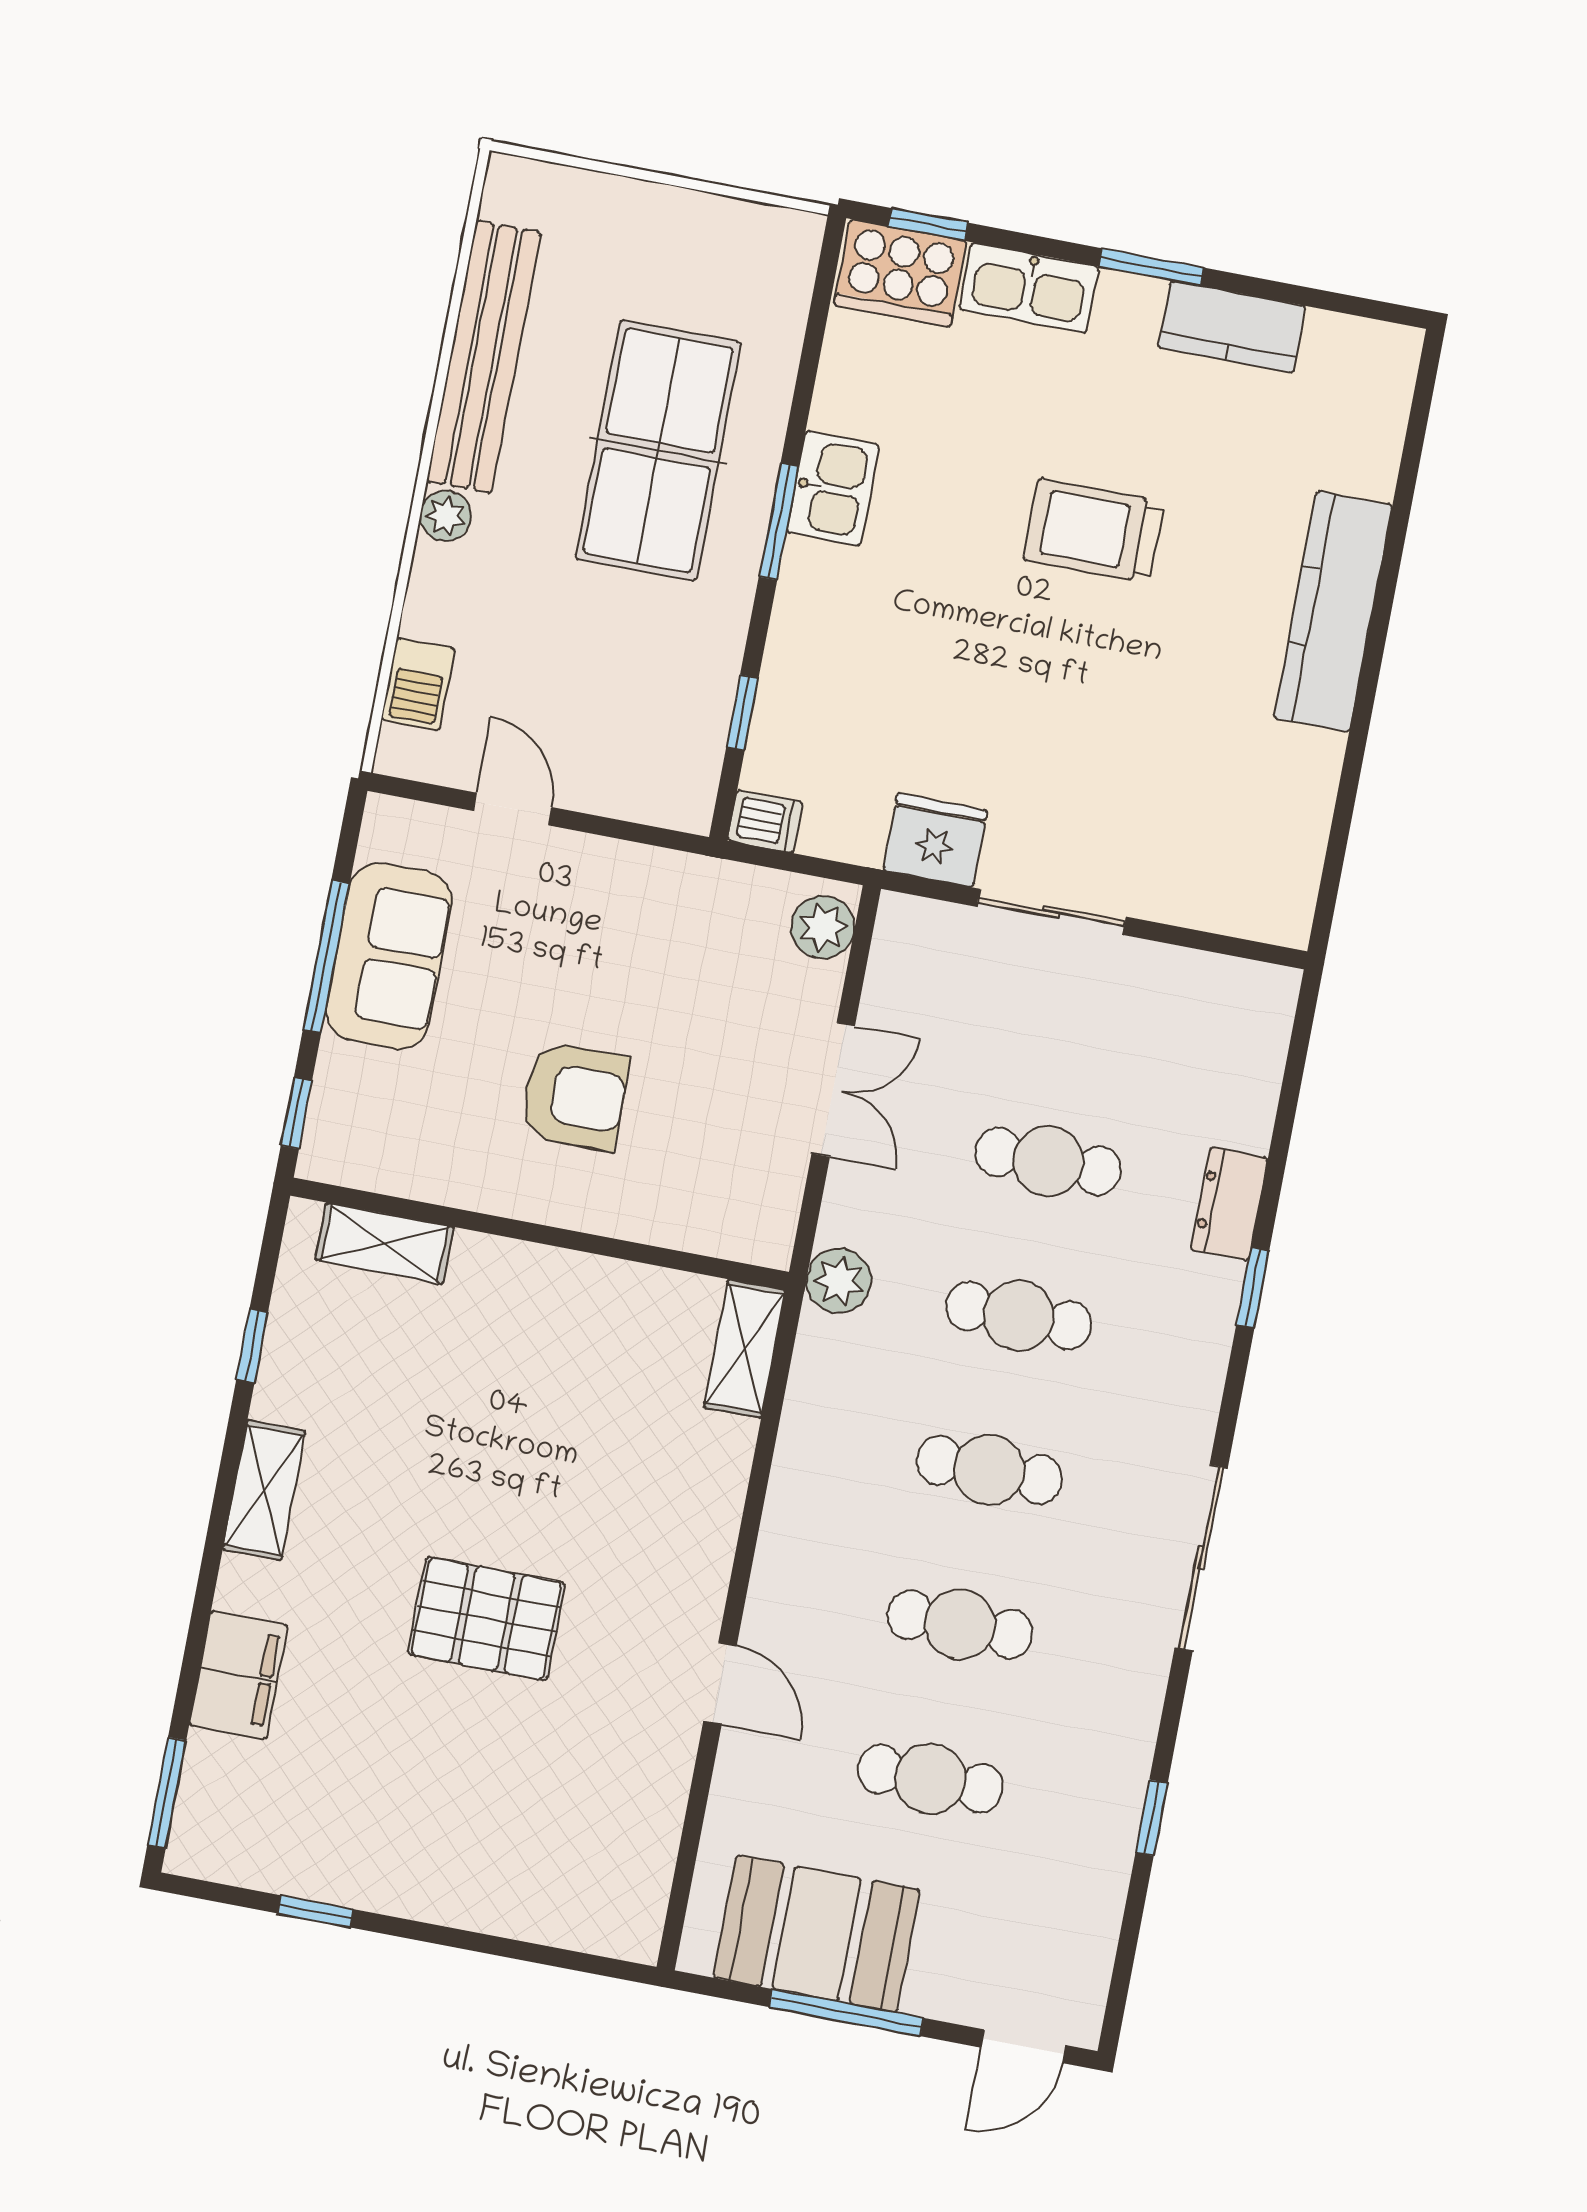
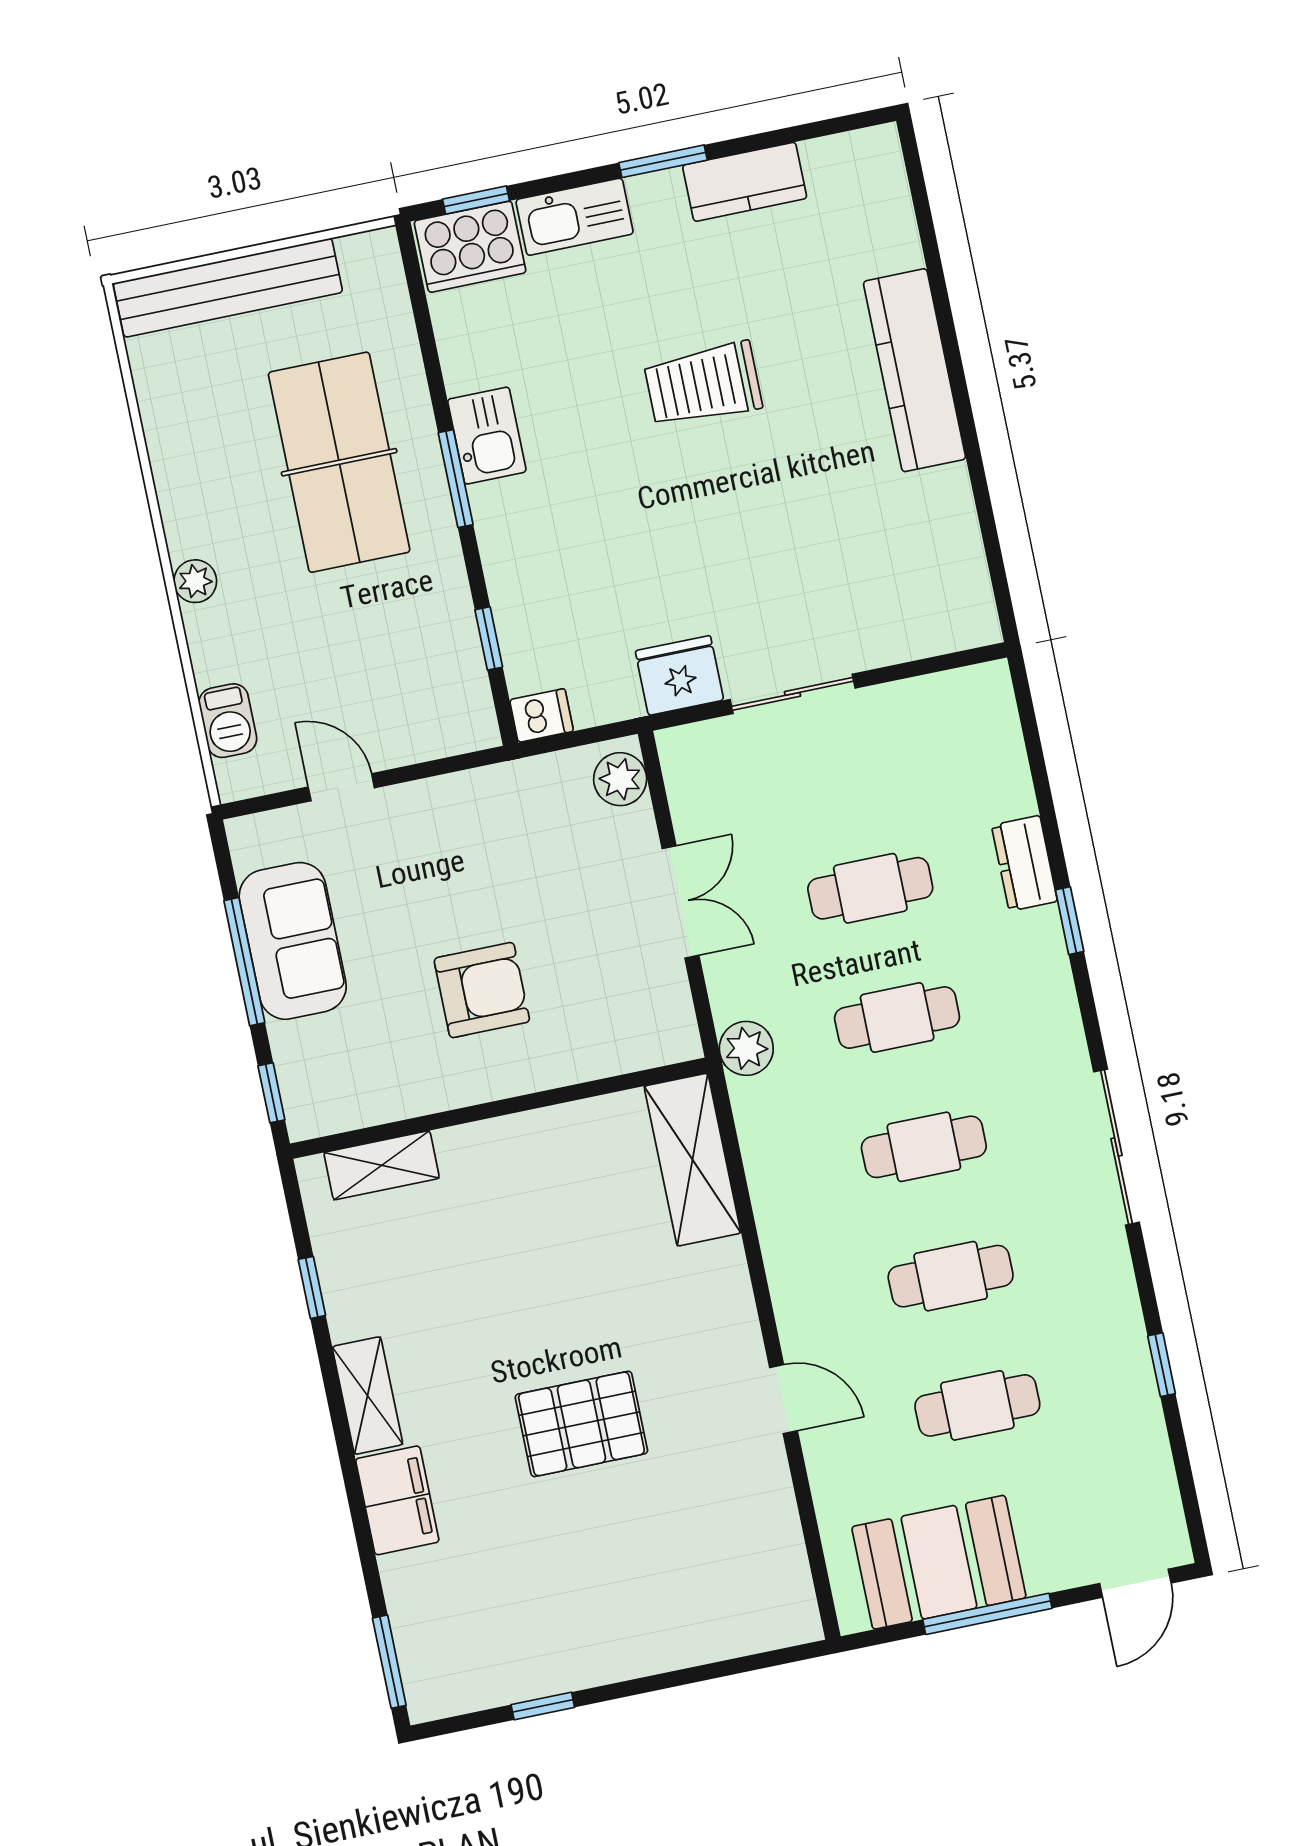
bench: (484, 357) -> (228, 288), moved, turned 90
shelving: (745, 1349) -> (693, 1160), width x1.50, depth x1.33
filing cabinet: (238, 1675) -> (397, 1500), moved

